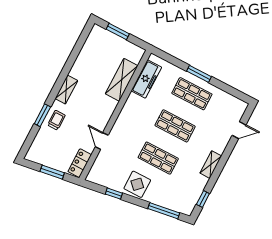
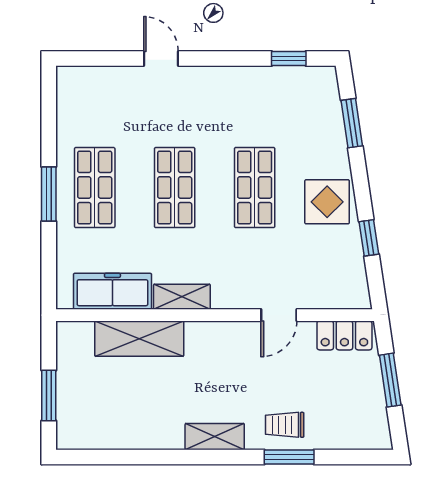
door: (239, 130) -> (161, 58), moved
shelving: (211, 165) -> (182, 297), moved
window: (164, 211) -> (352, 123), width x0.69

